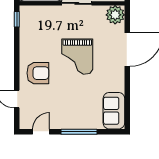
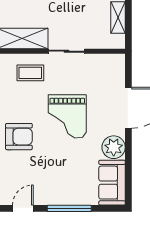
plant: (115, 15) -> (114, 147), moved
coffee table: (47, 21) -> (30, 73), added

